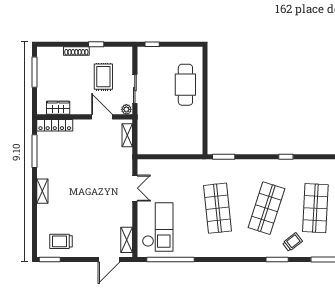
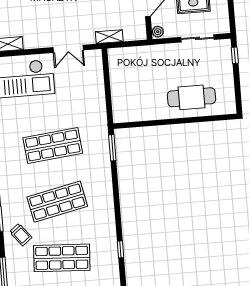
sliding door: (135, 89) -> (197, 38), moved
shelving: (127, 135) -> (109, 37), moved
window: (286, 157) -> (120, 249), moved
shop shelf: (266, 208) -> (57, 202), turned -30

